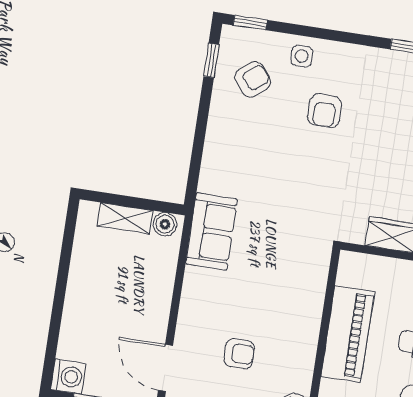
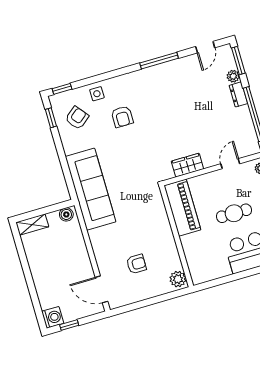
shelving: (125, 218) -> (32, 225), moved
sofa: (212, 232) -> (91, 189), width x1.85, depth x1.27
piano: (348, 334) -> (182, 208), moved

